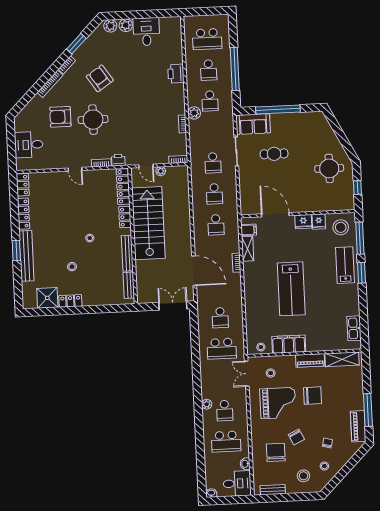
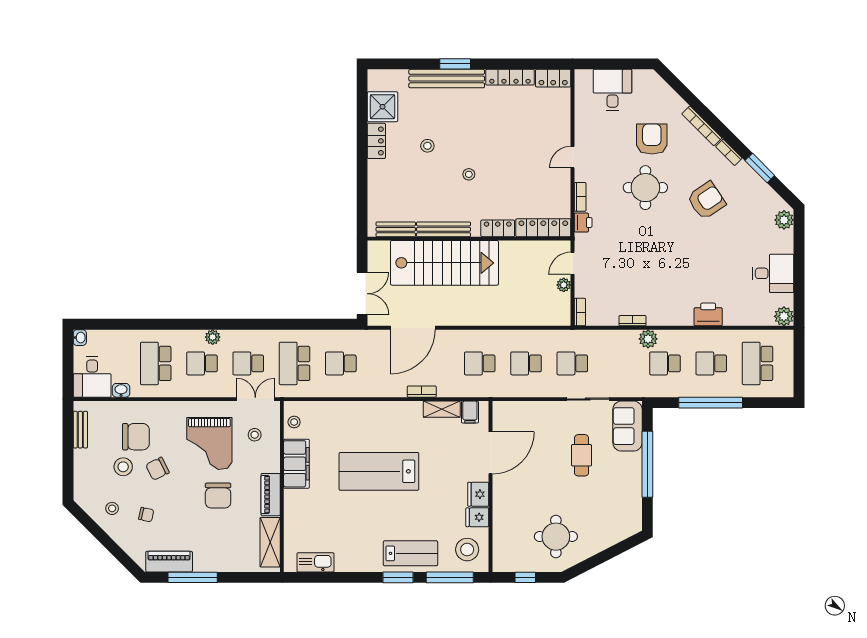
plant: (126, 25) -> (784, 316), moved
stairs: (148, 223) -> (444, 263), moved
school desk: (223, 380) -> (248, 363), added
stool: (303, 476) -> (123, 467), moved

